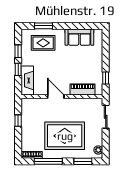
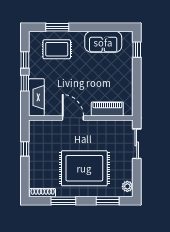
window: (106, 78) -> (137, 50), moved
window: (48, 161) -> (63, 201), width x0.69

